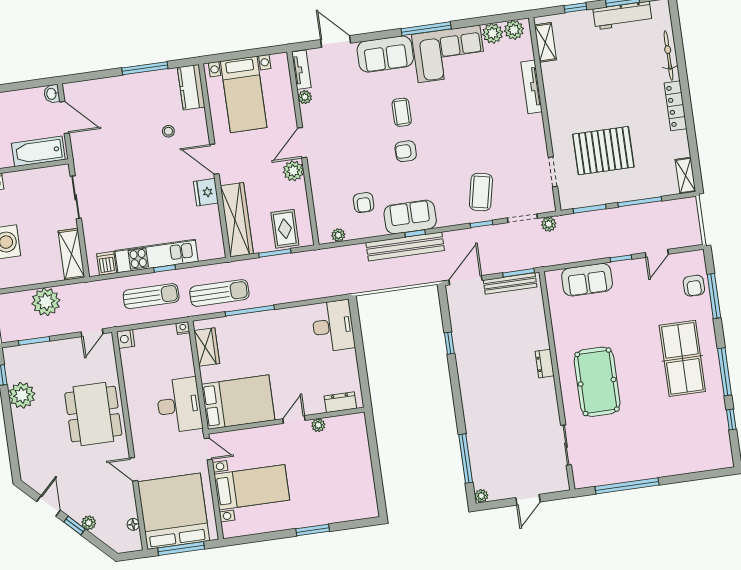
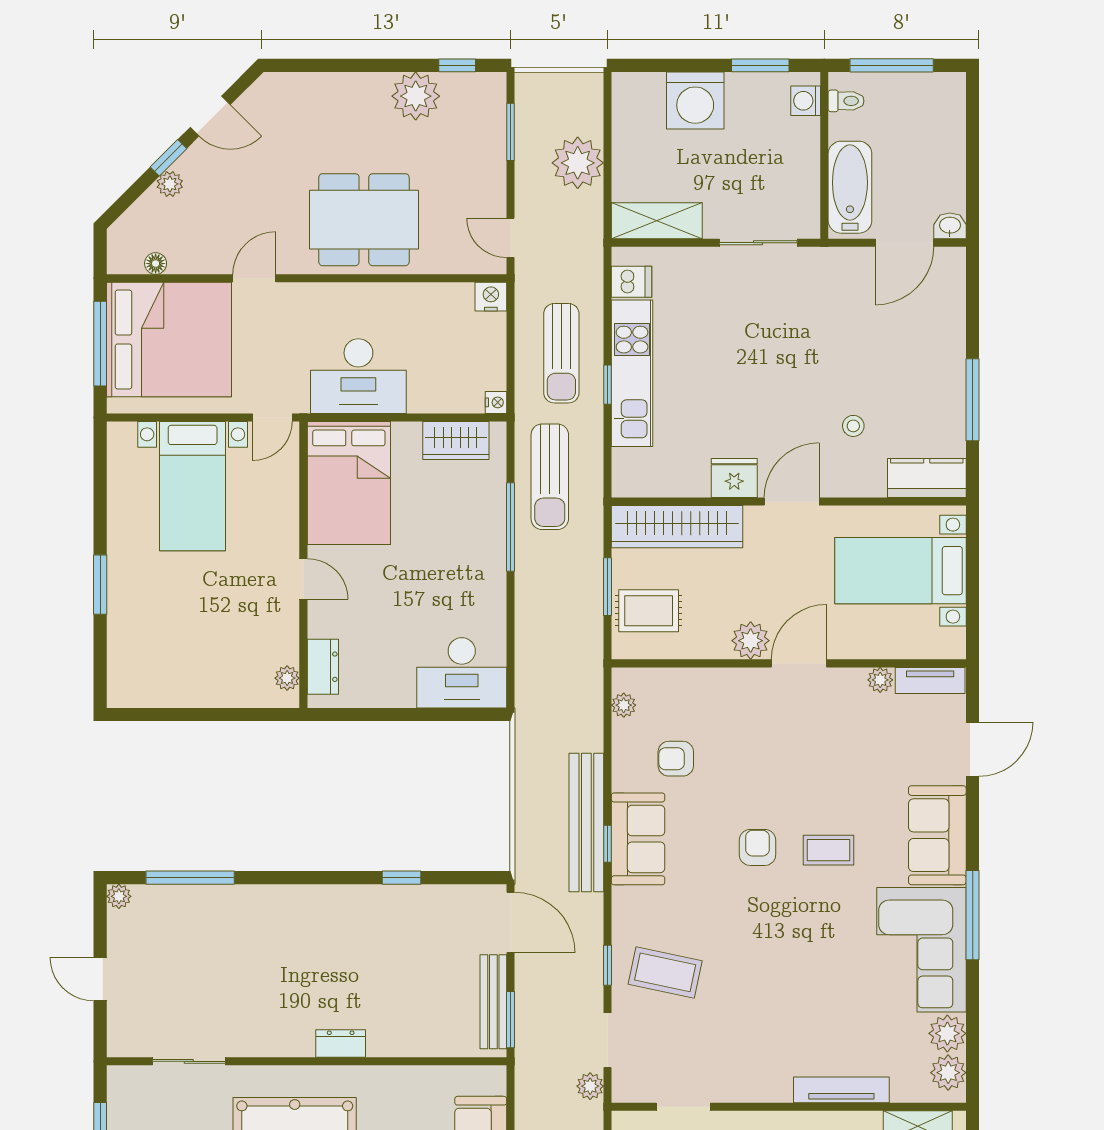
door: (302, 143) -> (799, 663), hinge flipped
plant: (318, 425) -> (287, 678), moved

